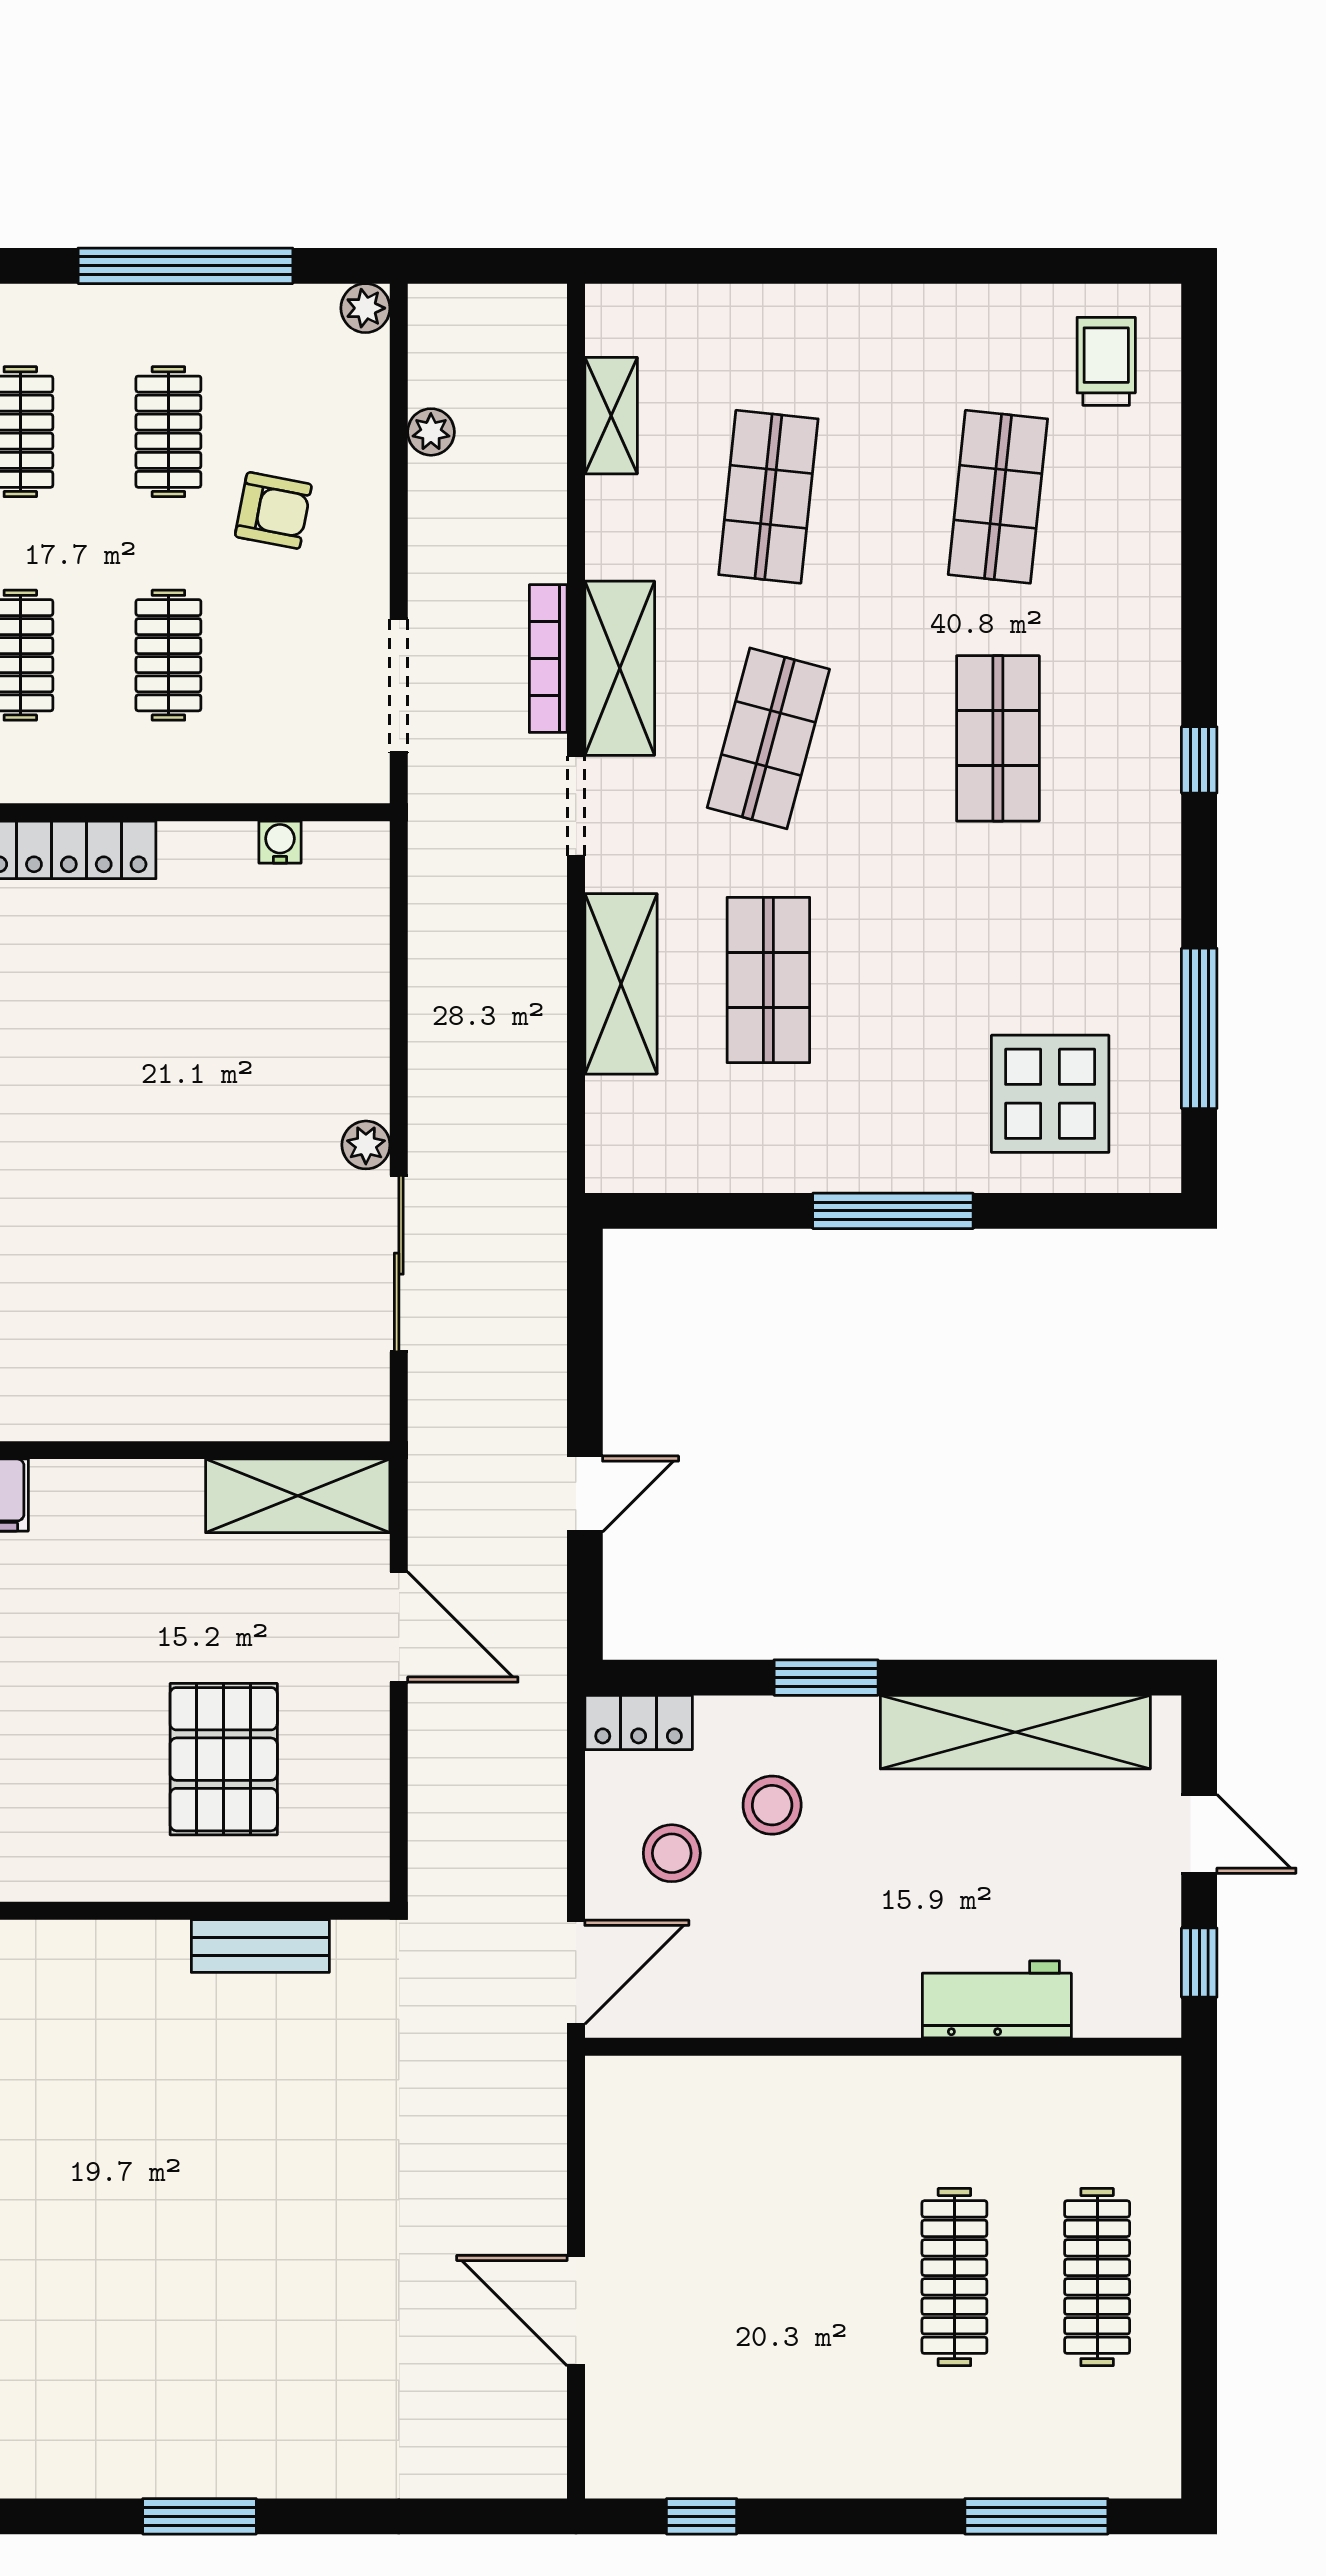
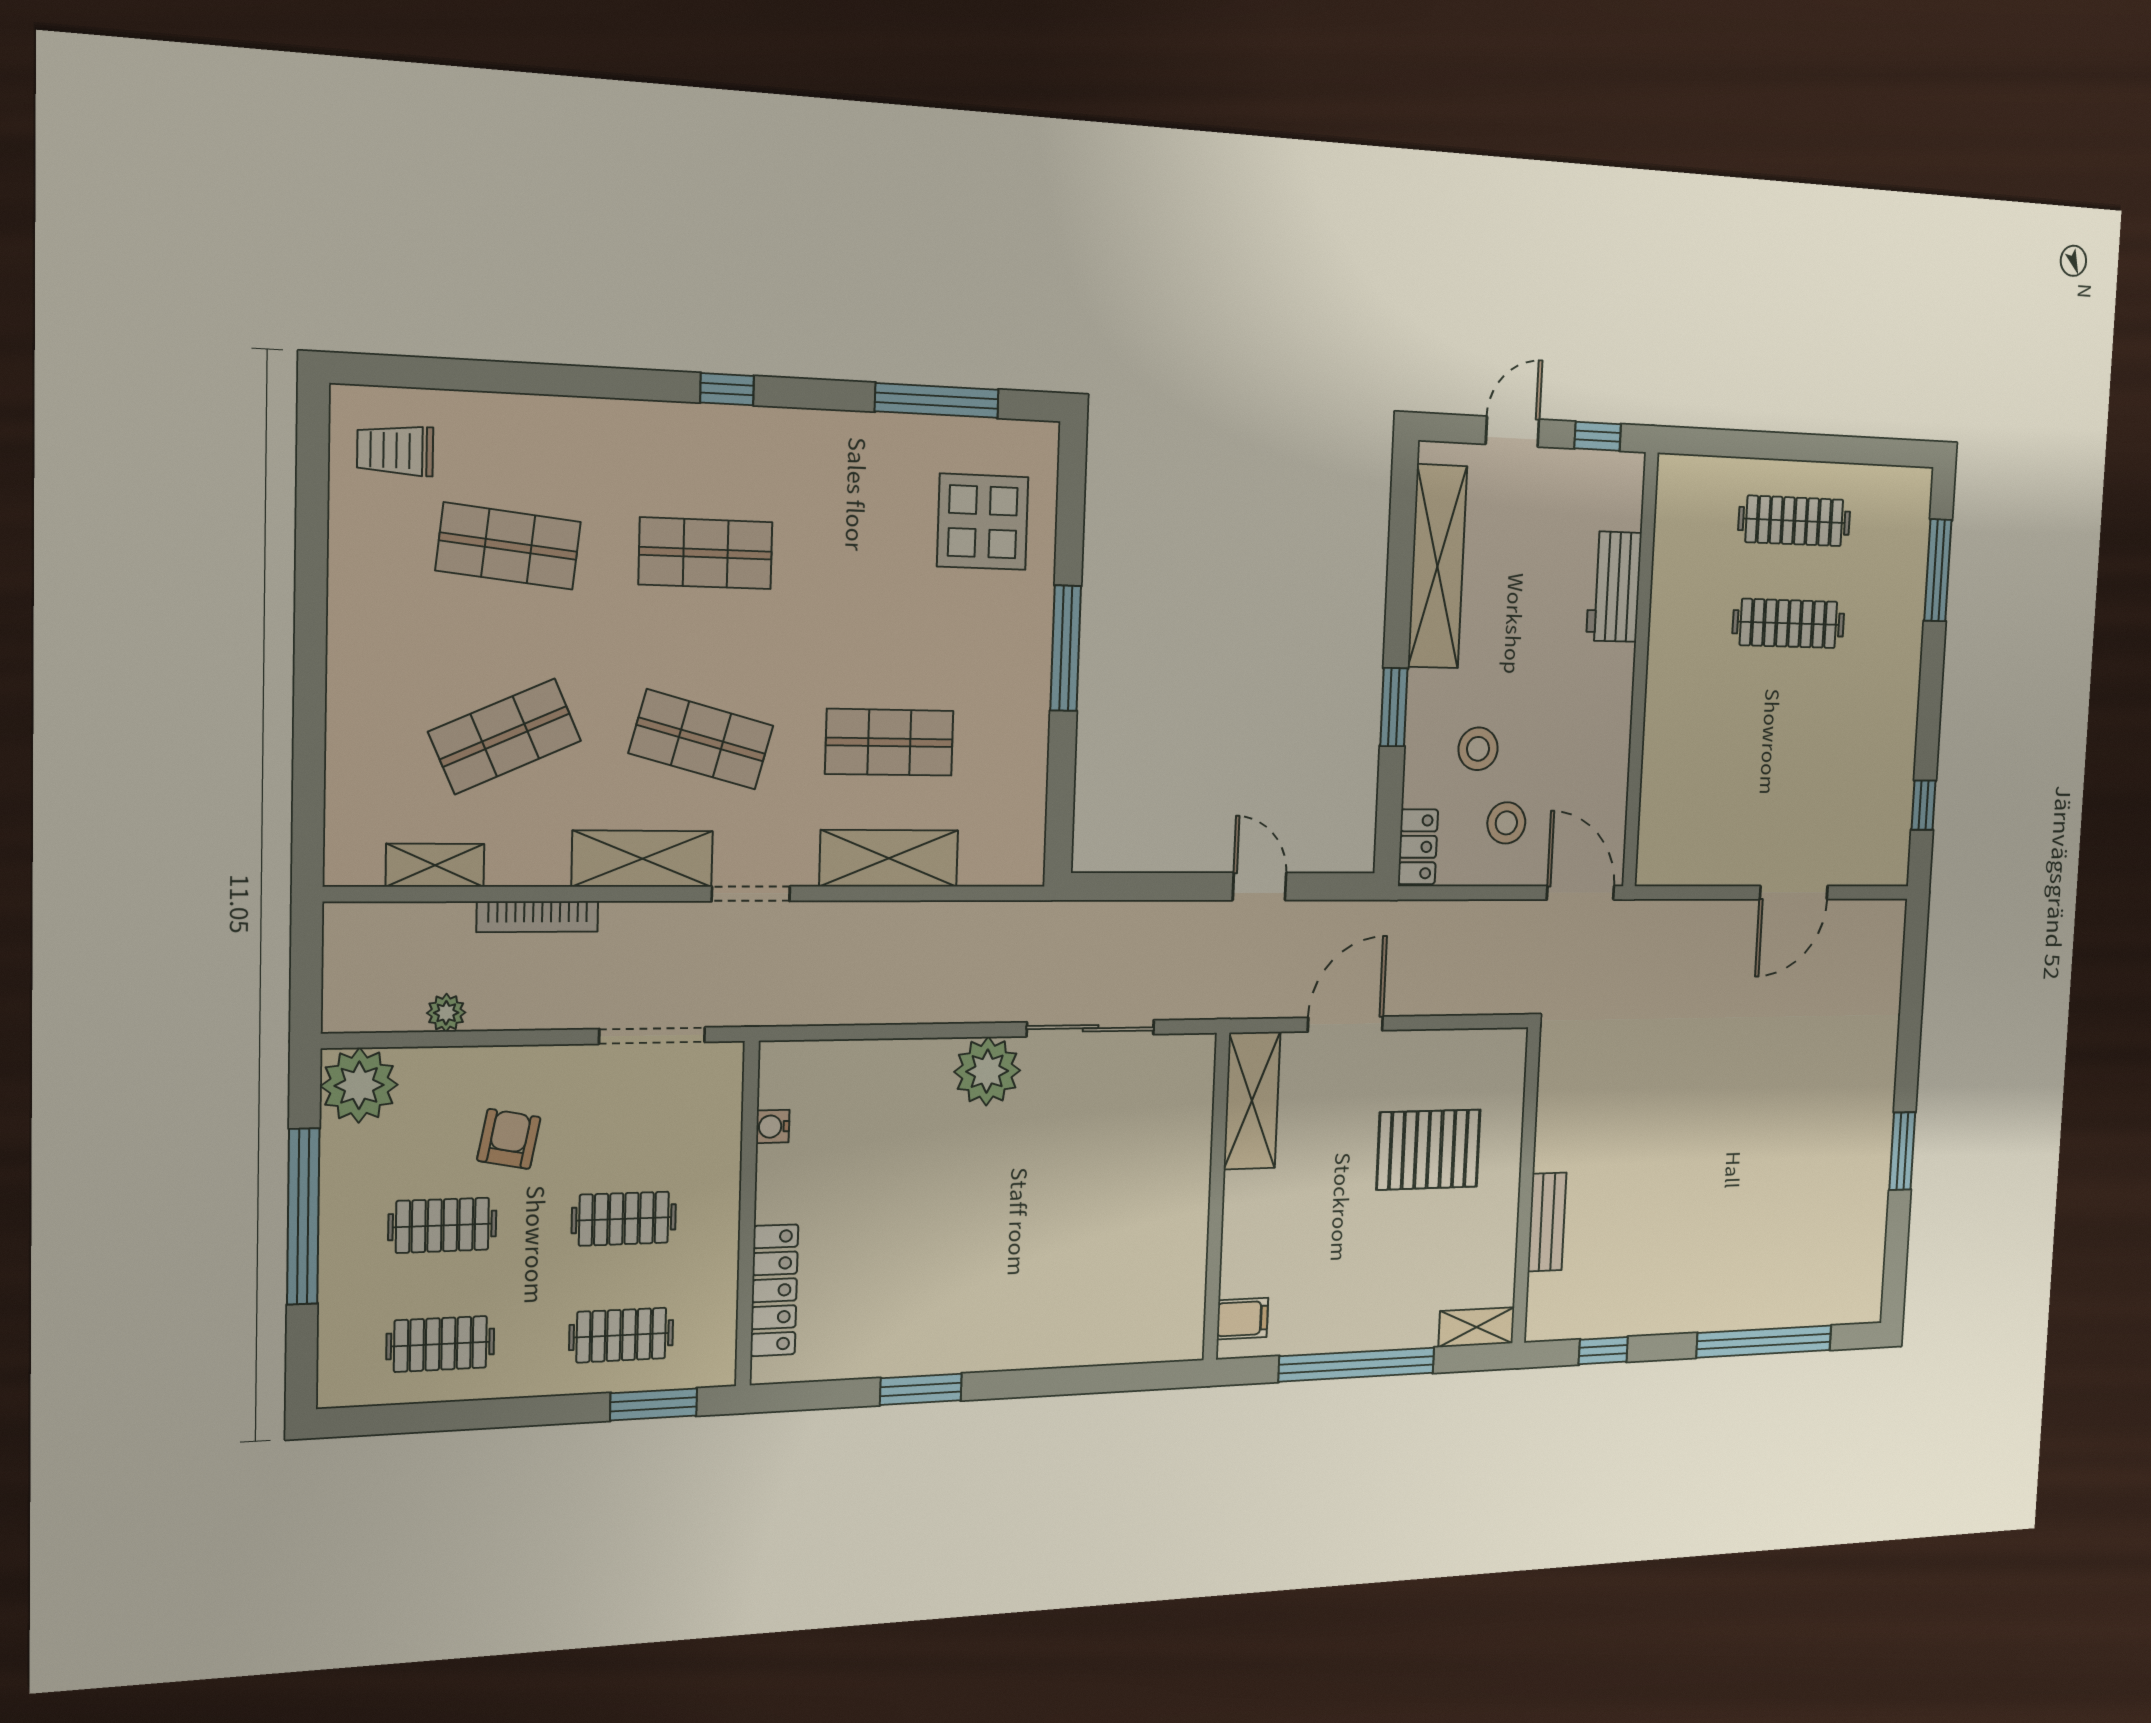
plant: (365, 308) -> (359, 1085), width x1.87, depth x1.87
shop shelf: (768, 497) -> (505, 736), turned -30
bookcase: (548, 659) -> (538, 917), moved
plant: (366, 1145) -> (987, 1071), width x1.88, depth x1.88
bench: (260, 1946) -> (1547, 1222), moved

